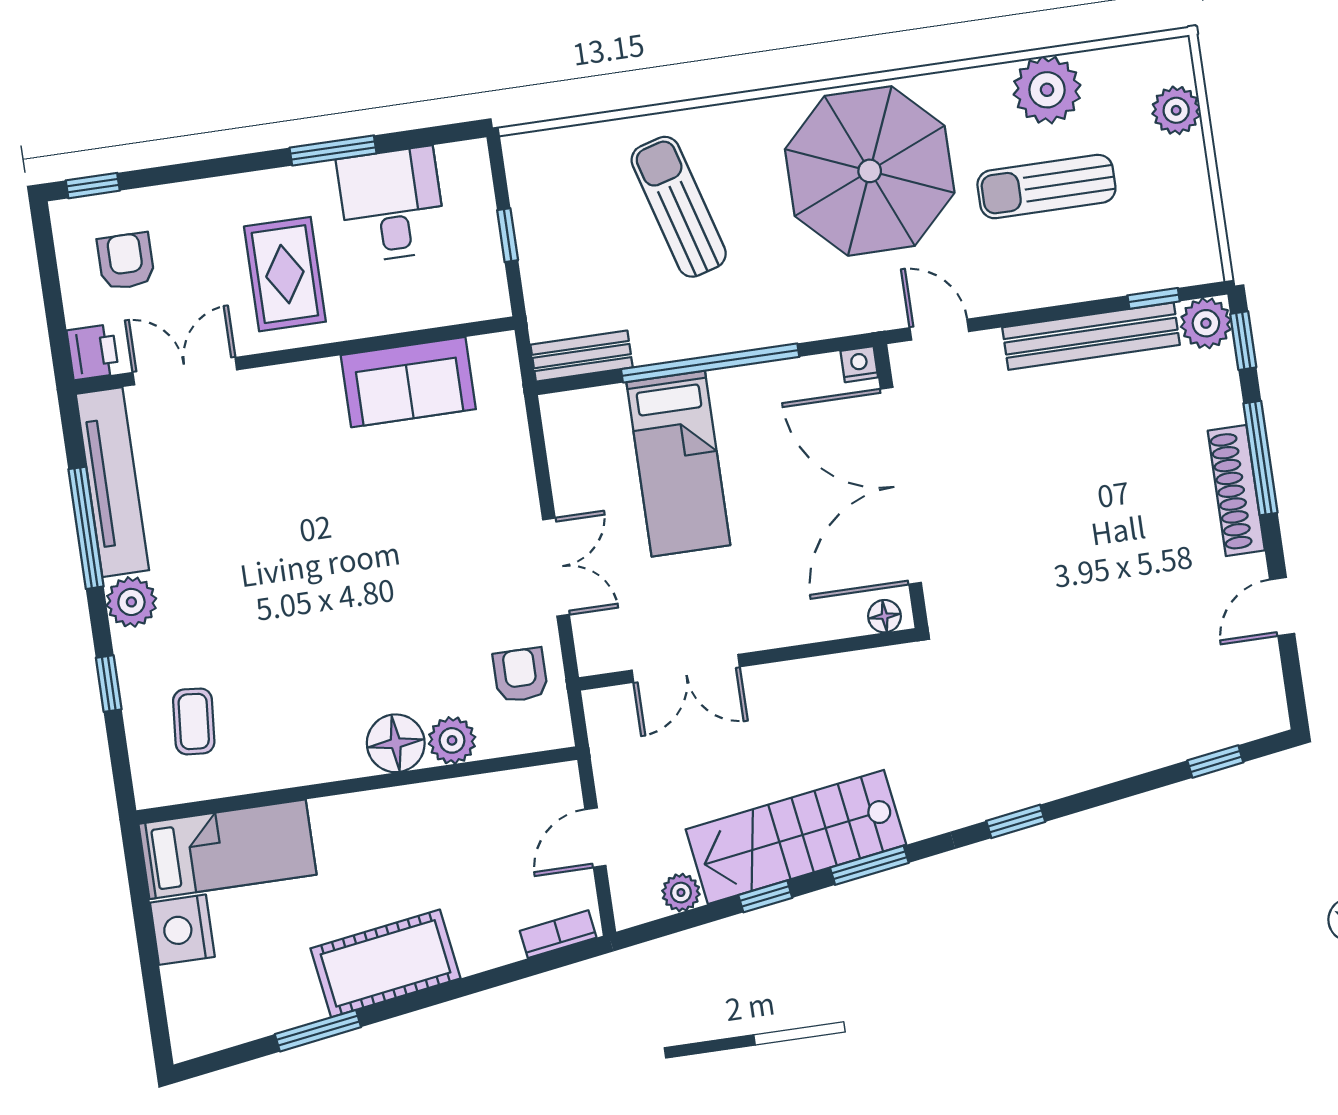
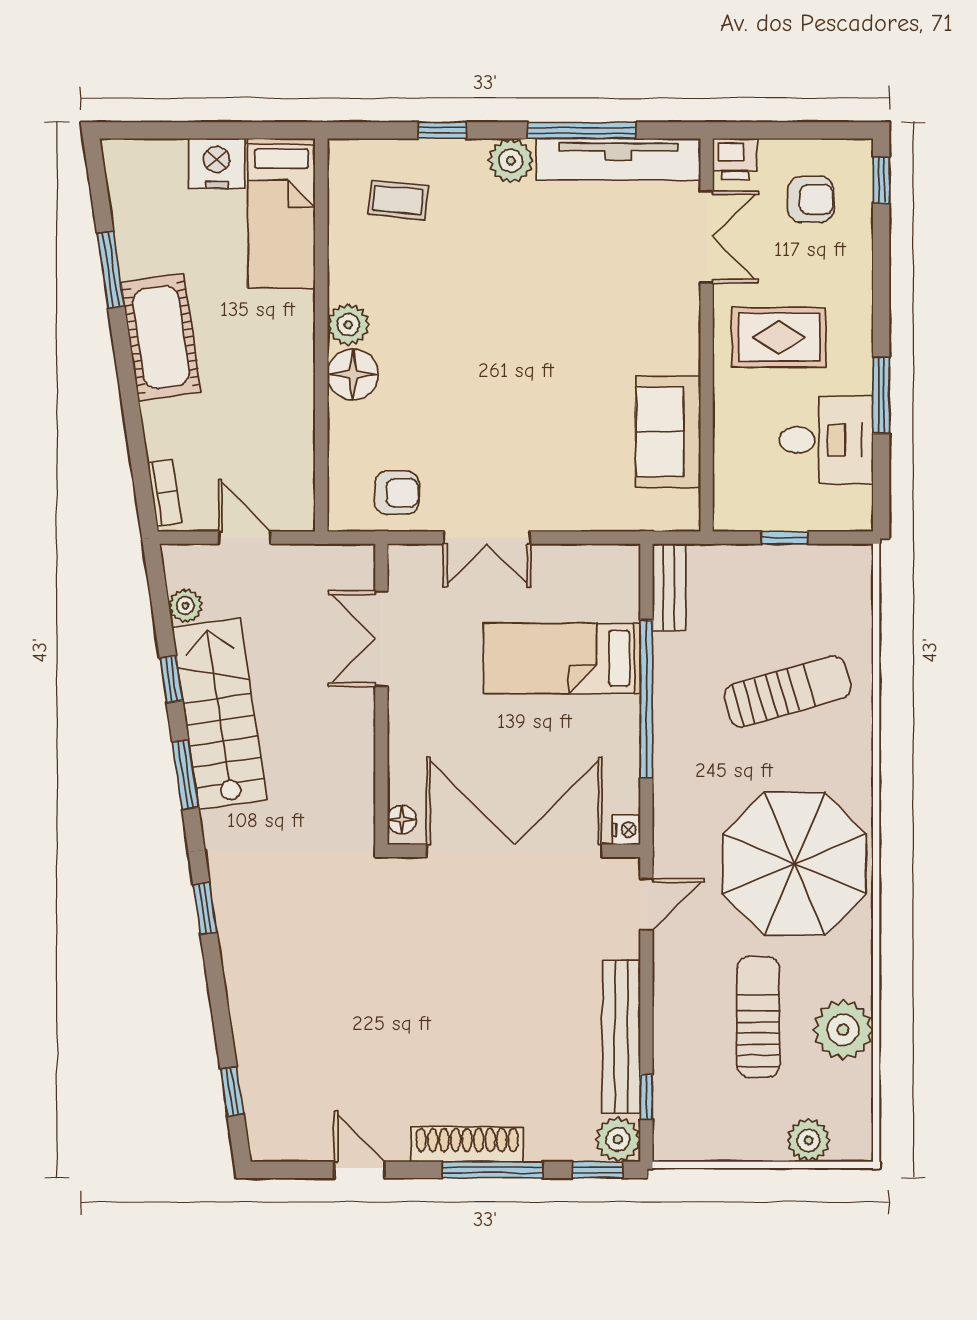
plant: (452, 740) -> (348, 325), moved

